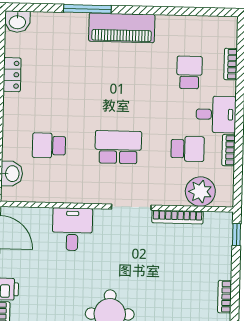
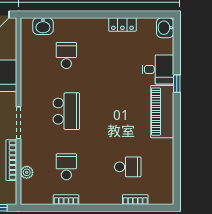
window: (87, 9) -> (177, 84), width x0.46
desk: (216, 114) -> (158, 69), moved, turned -90
school desk: (188, 149) -> (66, 167), turned 180
plant: (200, 192) -> (27, 172), width x0.53, depth x0.53

